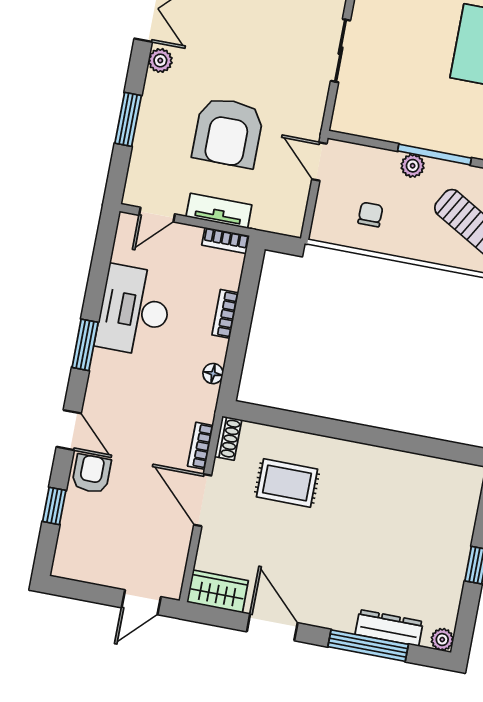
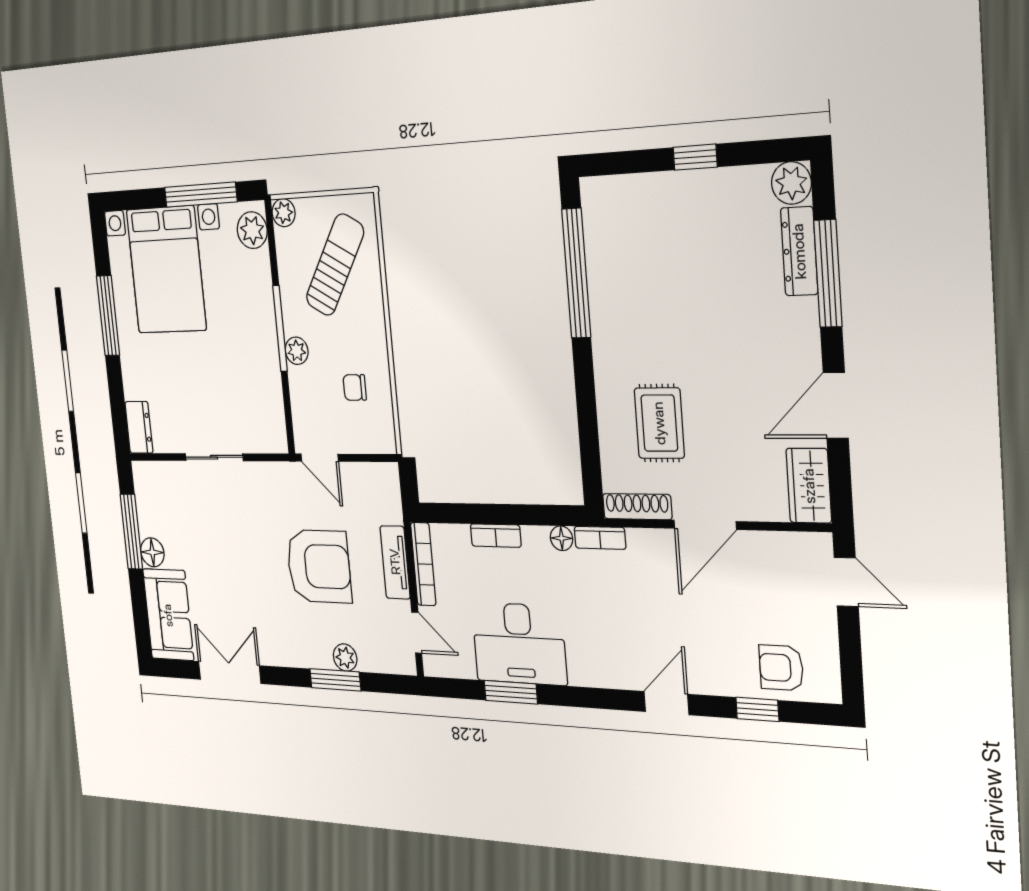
plant: (160, 60) -> (345, 658), moved
door: (319, 162) -> (320, 458), hinge flipped
bookcase: (226, 240) -> (423, 564), width x1.56
window: (85, 345) -> (511, 692), moved
shoe rack: (228, 438) -> (637, 507), width x1.43
window: (415, 444) -> (576, 273), added
bookcase: (200, 446) -> (600, 538), moved
armchair: (91, 474) -> (781, 668), moved
plant: (442, 640) -> (791, 183), width x1.38, depth x1.38

